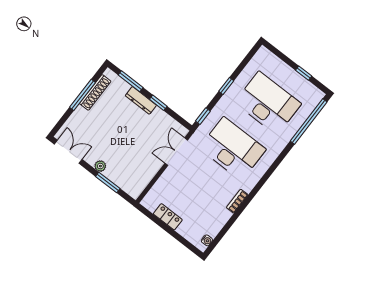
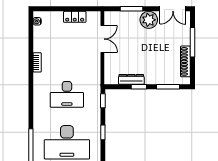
window: (82, 95) -> (193, 42), moved
dresser: (141, 100) -> (131, 79), moved
desk: (233, 149) -> (67, 94), width x0.73, depth x0.77
double door: (176, 152) -> (102, 39), moved
plant: (100, 166) -> (149, 20), width x1.87, depth x1.87

